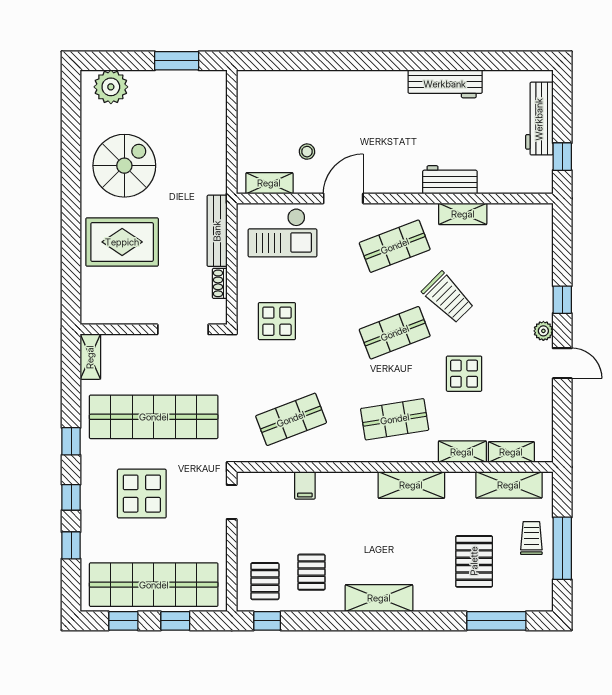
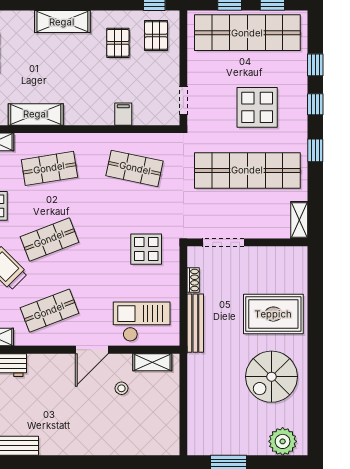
shop shelf: (291, 419) -> (135, 168), turned 33

